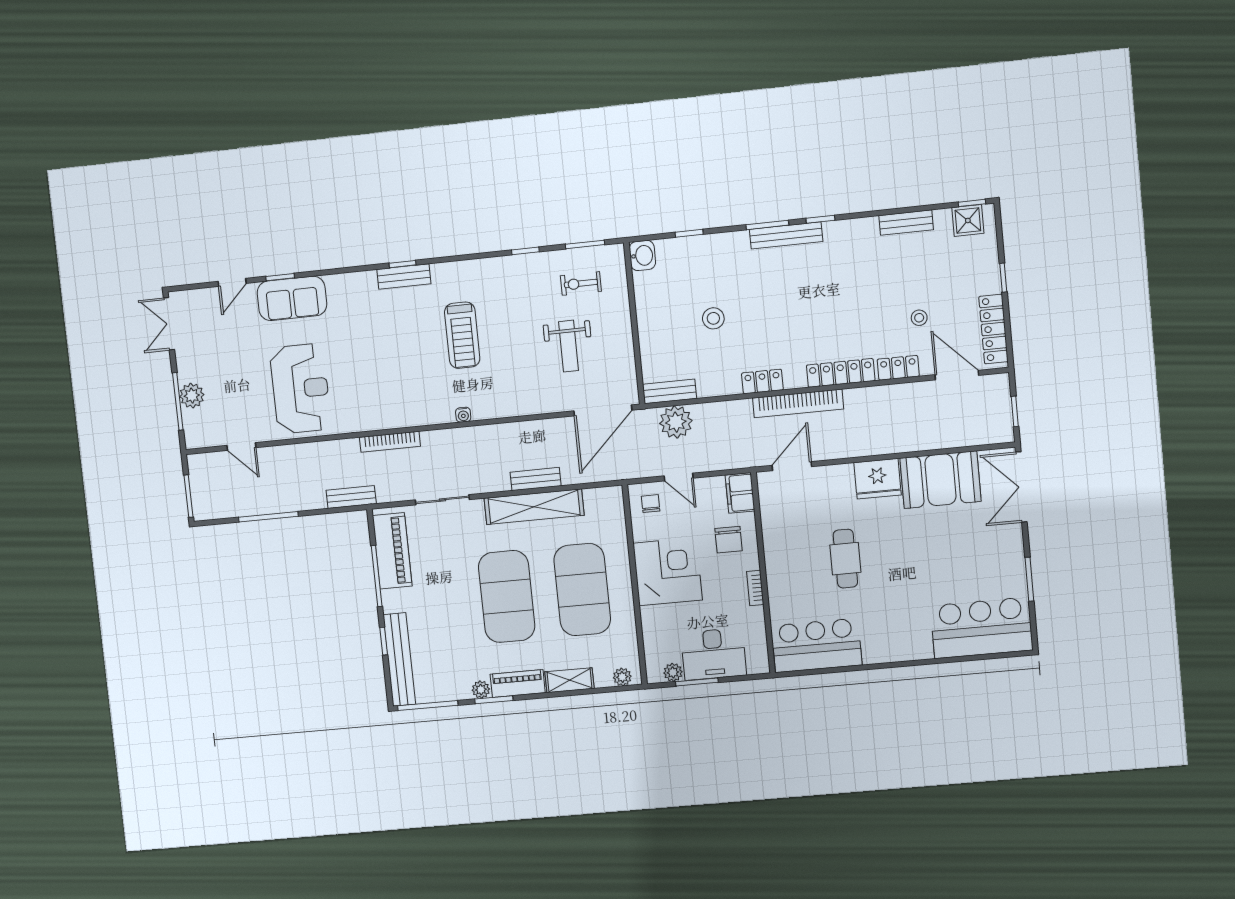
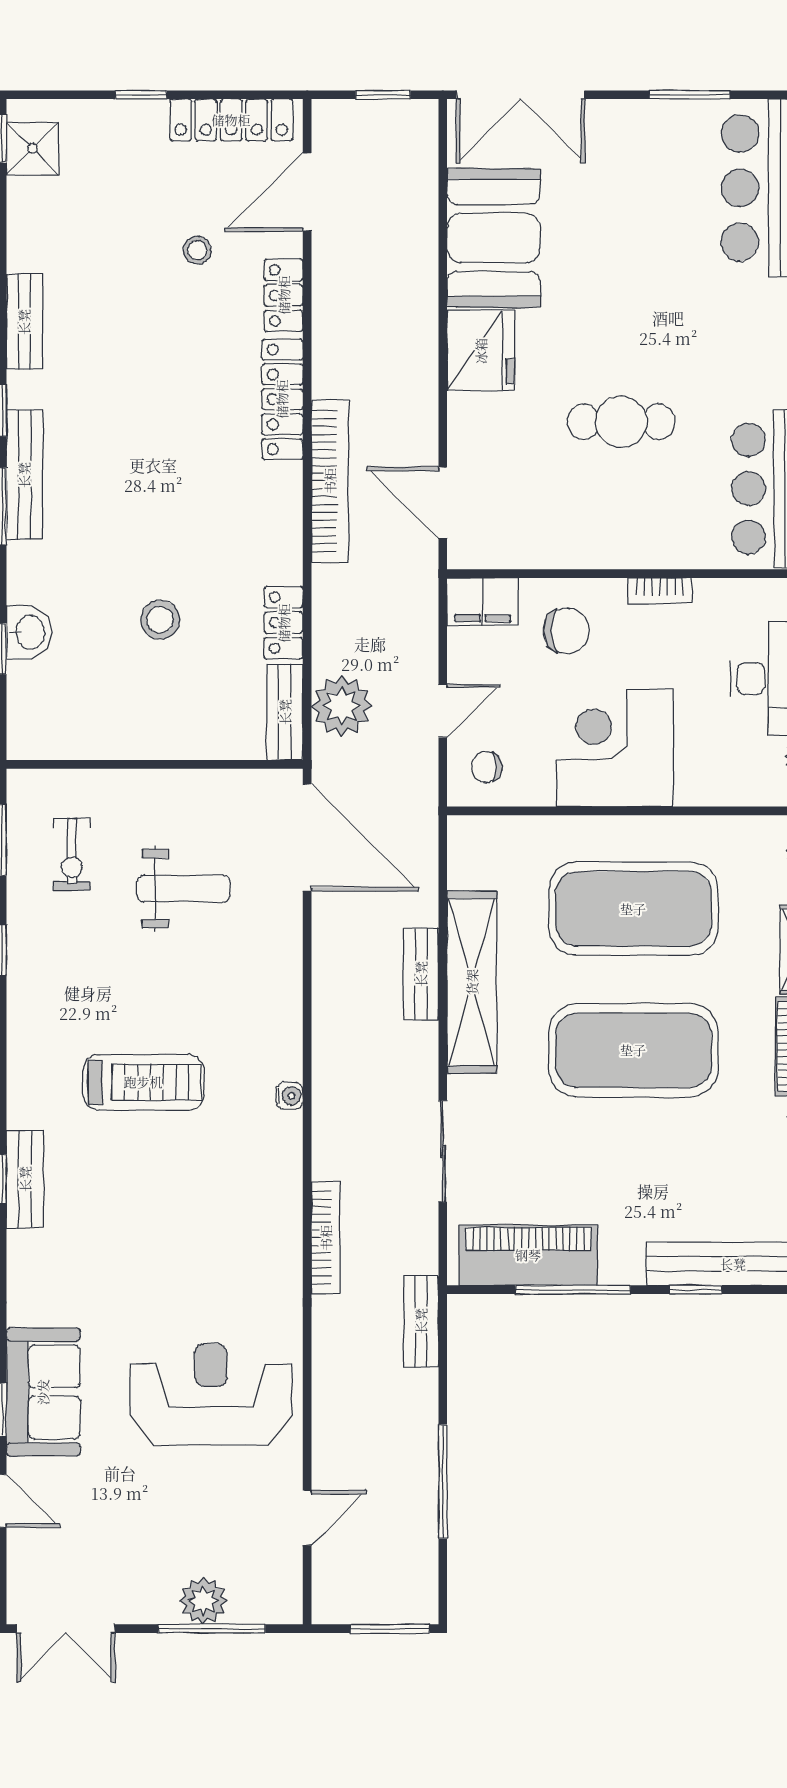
bench: (906, 223) -> (24, 322), moved
washbasin: (642, 256) -> (29, 632), moved, turned 90
locker: (762, 381) -> (284, 623), moved

